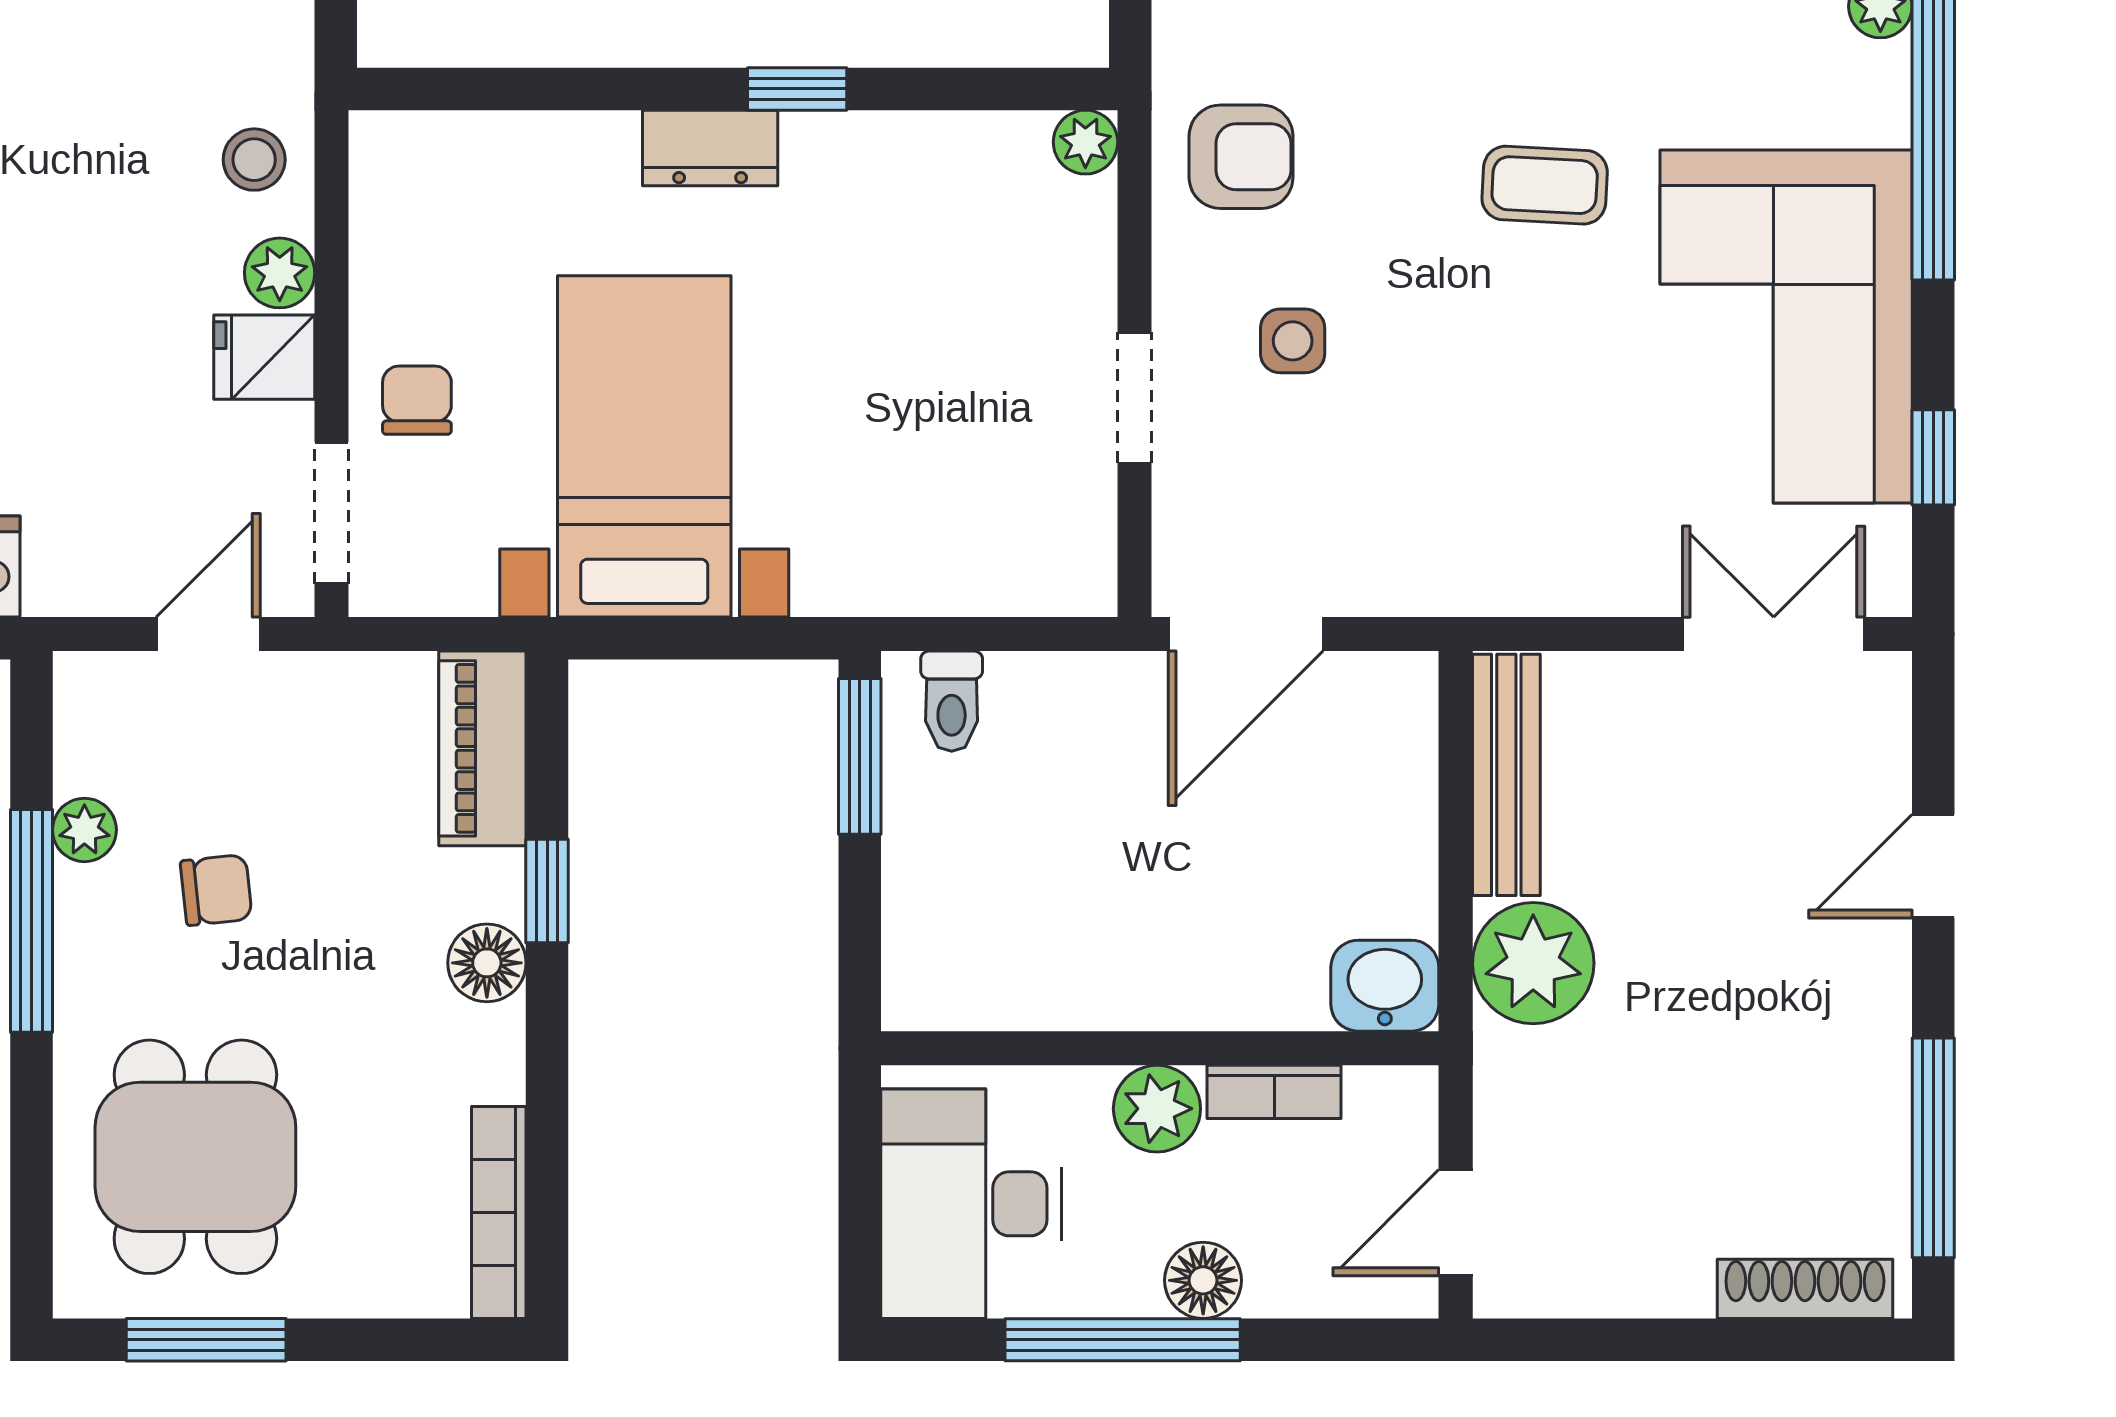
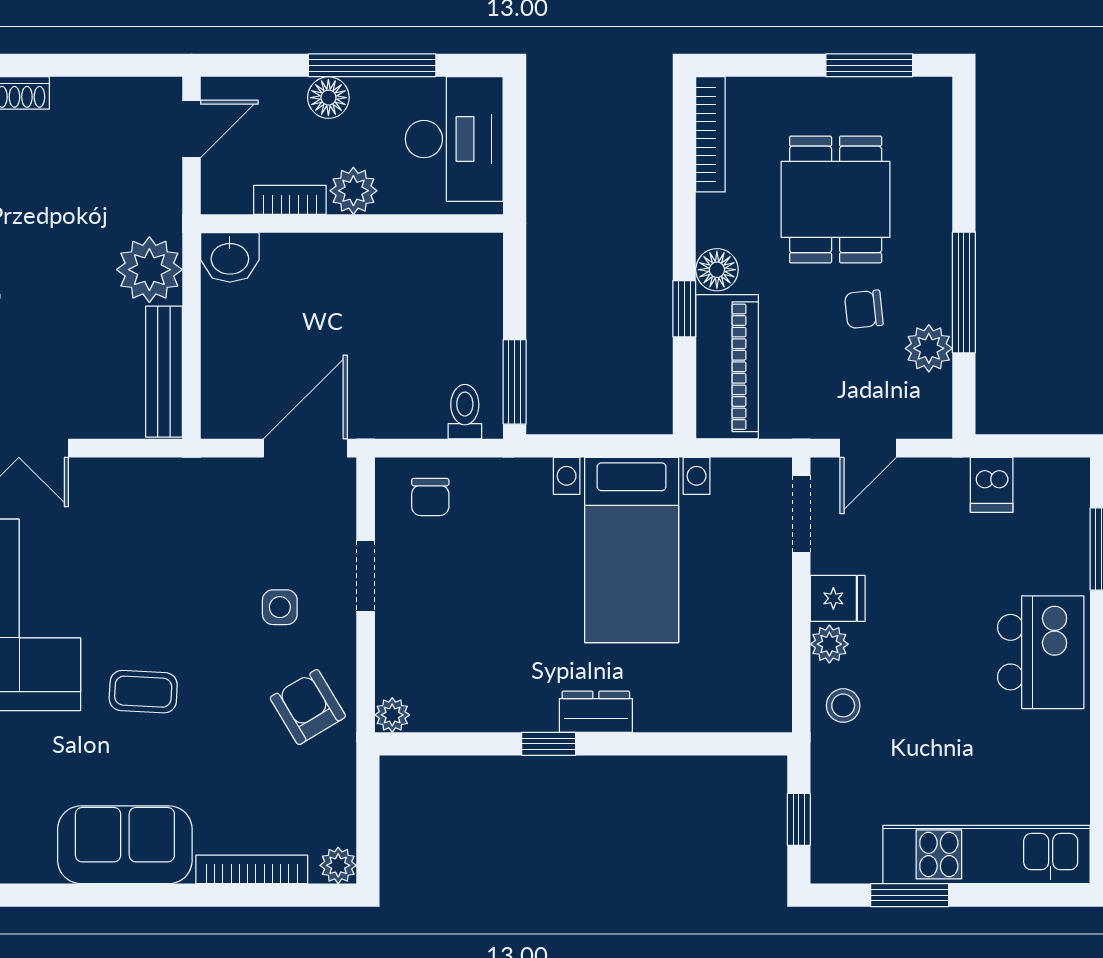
armchair: (1241, 157) -> (308, 707), turned 59
chair: (417, 400) -> (430, 497), moved
piano: (482, 748) -> (727, 367), width x1.37, depth x1.33
plant: (84, 830) -> (929, 348), width x1.38, depth x1.38
dining table: (195, 1157) -> (836, 199), moved

